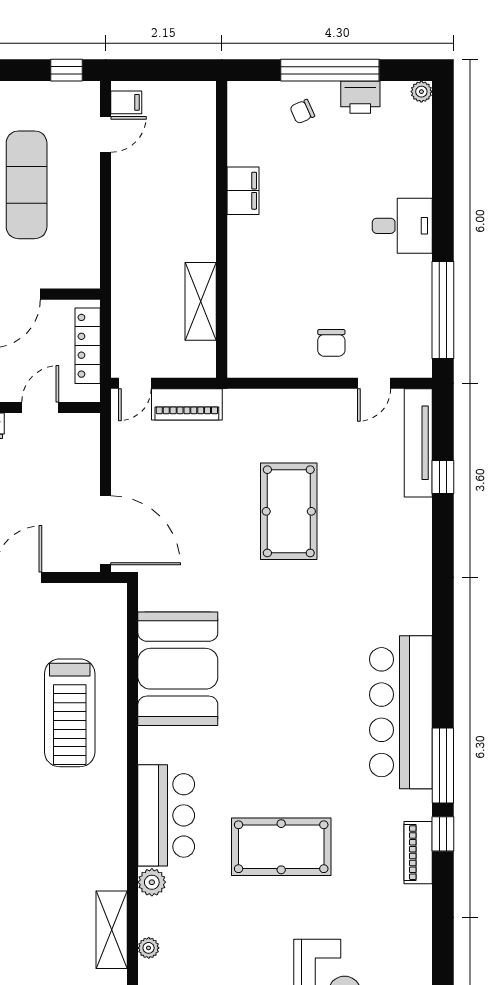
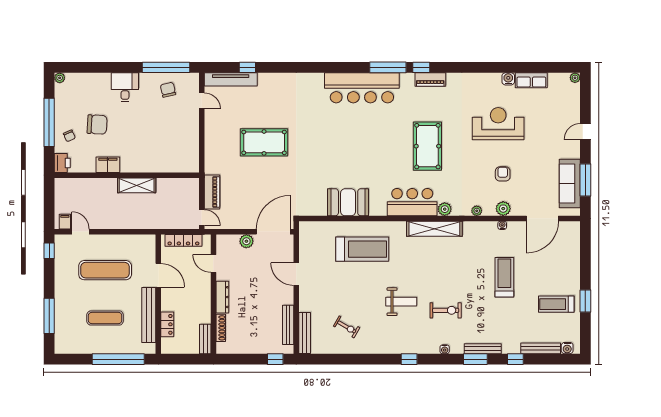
printer: (360, 97) -> (62, 163), moved
chair: (326, 168) -> (97, 124), added
shelving: (201, 301) -> (137, 185), moved
chair: (331, 343) -> (168, 90), moved, turned -103
plant: (86, 475) -> (246, 241), added
booth: (178, 669) -> (348, 202), width x0.73, depth x0.70
shelving: (112, 930) -> (434, 229), moved, width x1.47

